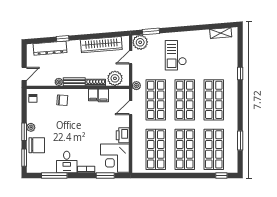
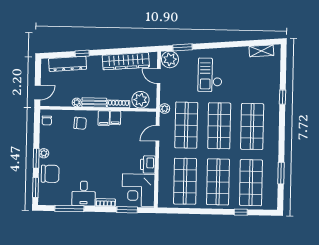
door: (131, 57) -> (159, 76), hinge flipped
filing cabinet: (103, 95) -> (104, 118), moved
window: (221, 175) -> (241, 212), moved

